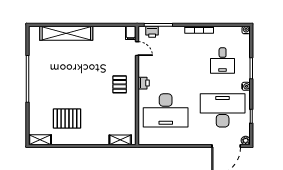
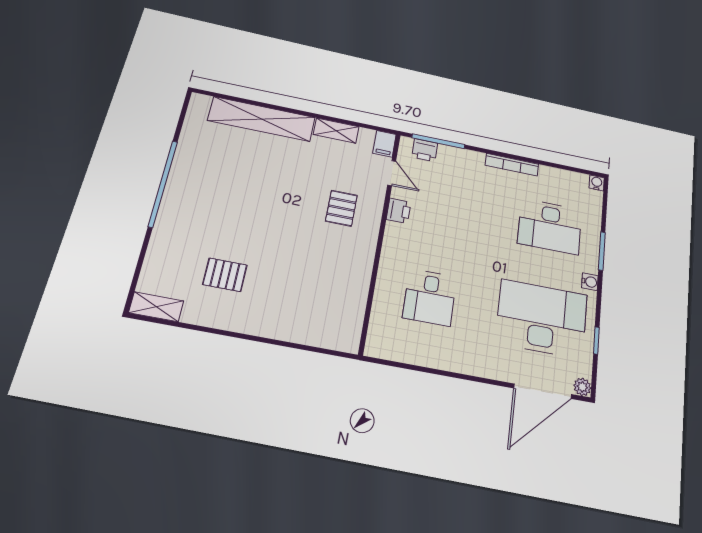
desk: (223, 61) -> (550, 227), width x1.37
printer: (144, 83) -> (399, 211), moved
pallet: (120, 84) -> (341, 208), moved
desk: (166, 110) -> (430, 297), width x0.53, depth x0.77
pallet: (67, 119) -> (225, 275), width x0.67, depth x0.71
shelving: (120, 140) -> (336, 131), moved

